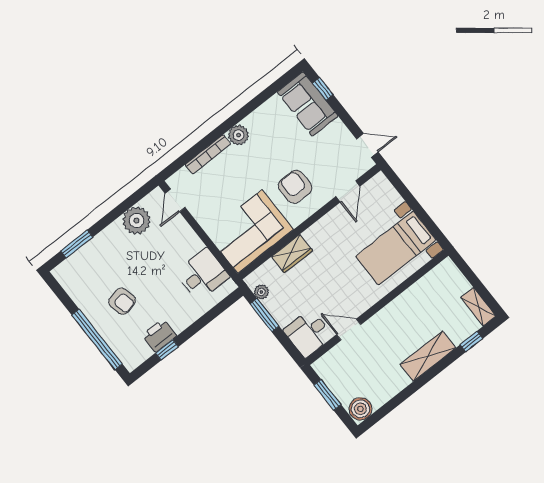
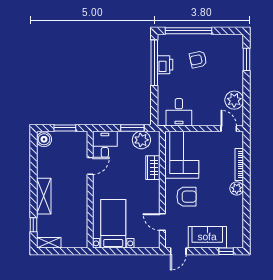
sofa: (308, 104) -> (207, 237), moved
plant: (261, 292) -> (141, 140), width x1.88, depth x1.88
window: (167, 350) -> (154, 63), width x3.17

